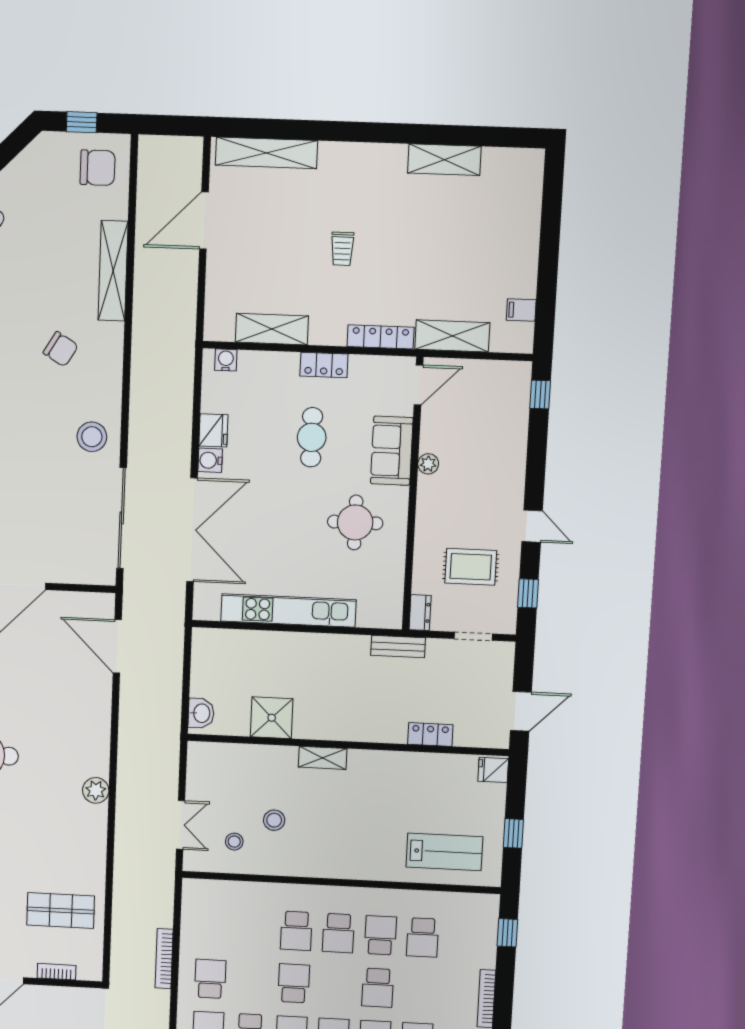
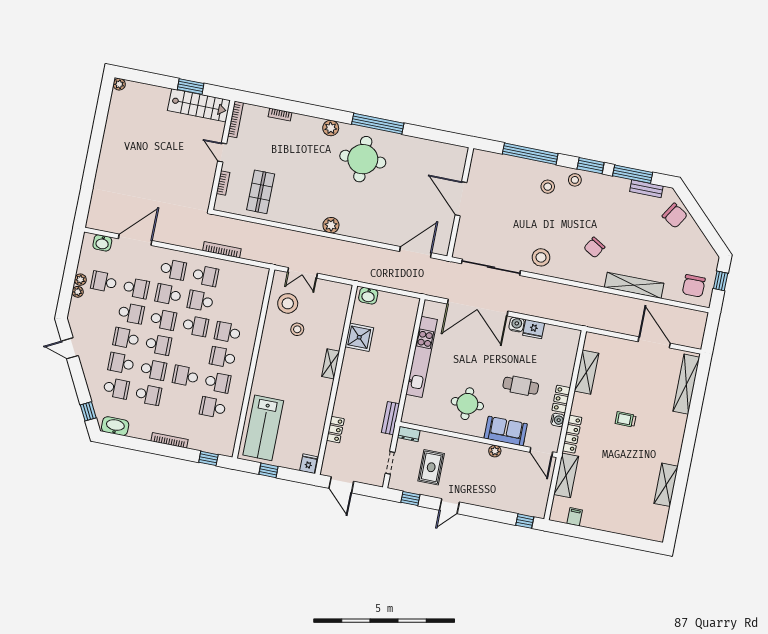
water cooler: (226, 360) -> (558, 420), moved
stool: (234, 842) -> (288, 303), width x1.89, depth x1.89
lab bench: (444, 852) -> (263, 428), width x1.36, depth x1.39
school desk: (252, 981) -> (200, 301), added

